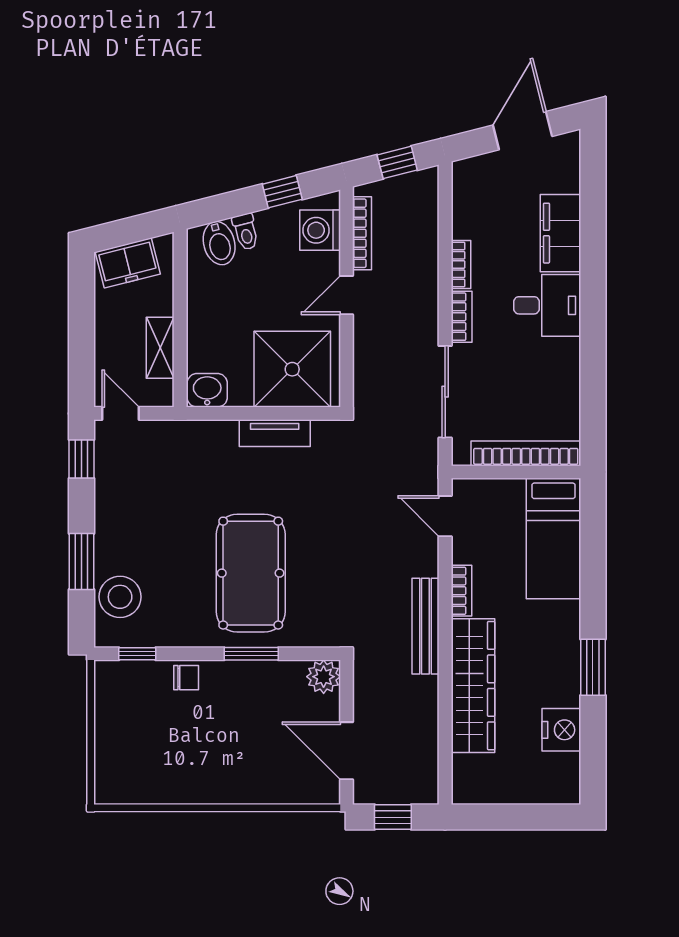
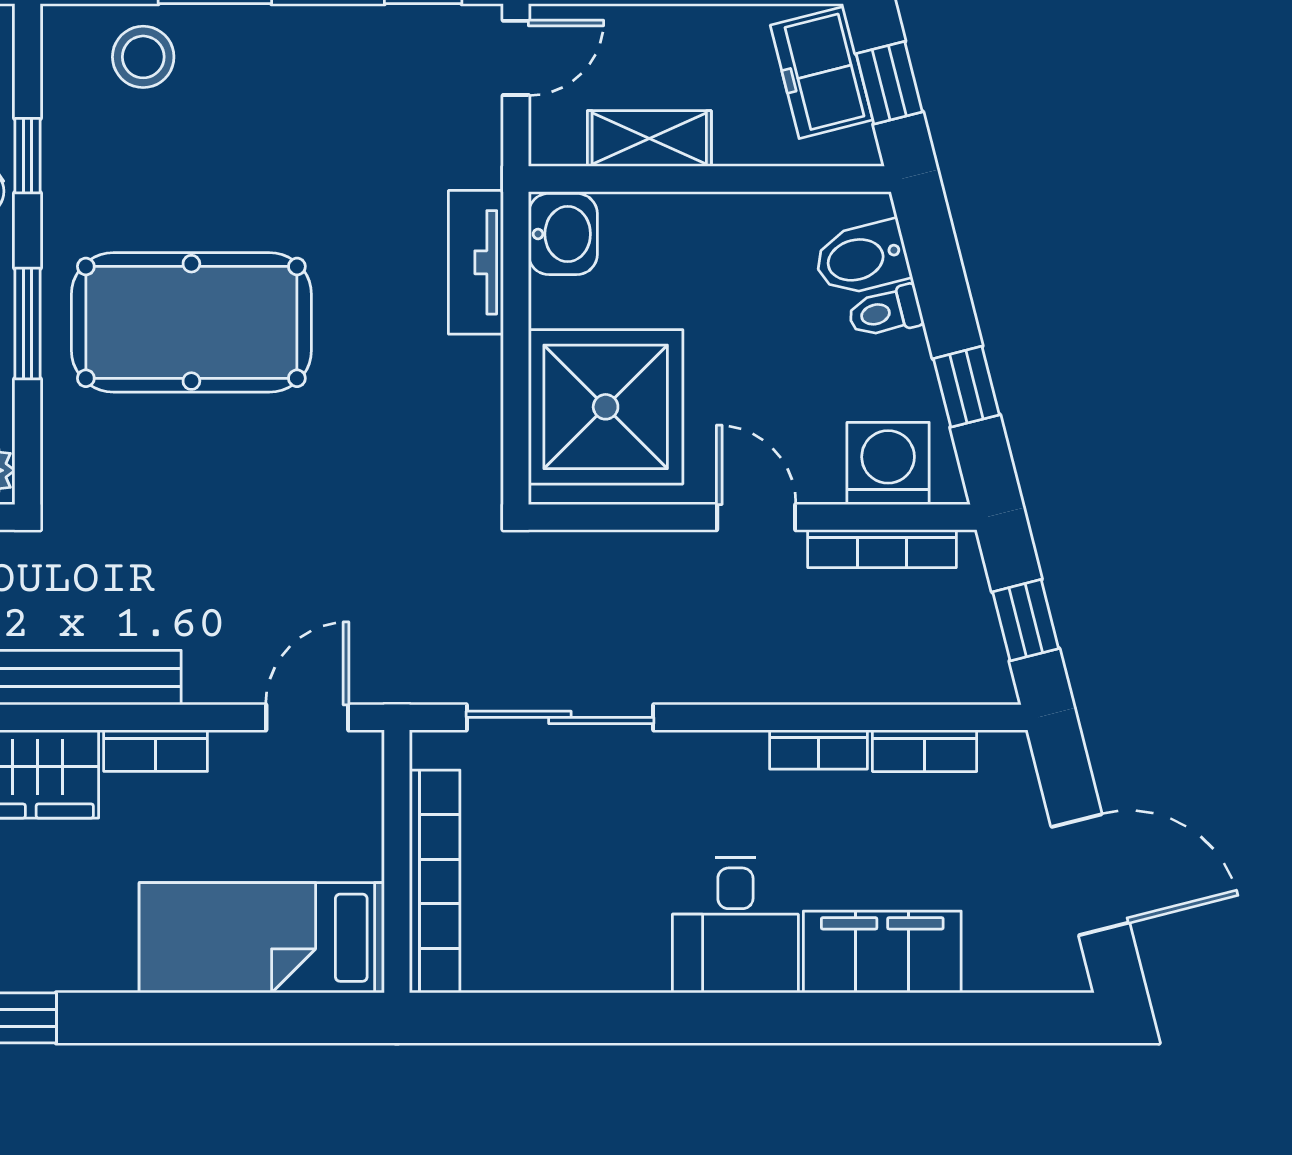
window: (133, 230) -> (889, 83), added
bookcase: (462, 317) -> (925, 751), moved
tv unit: (275, 433) -> (476, 262), moved
stool: (120, 597) -> (143, 57), width x0.73, depth x0.73
window: (137, 654) -> (28, 156), moved

